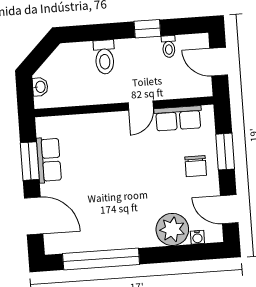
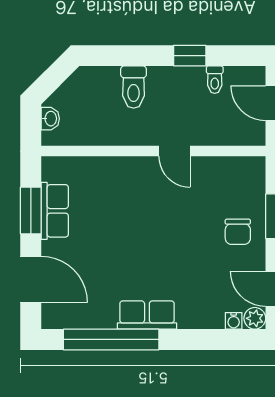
door: (141, 106) -> (175, 151), hinge flipped
row of seats: (178, 118) -> (147, 315), moved, turned 180
plant: (172, 229) -> (255, 318), moved, width x0.53, depth x0.53

